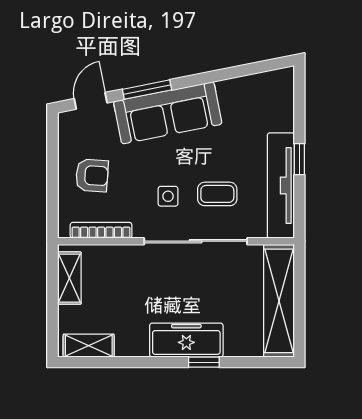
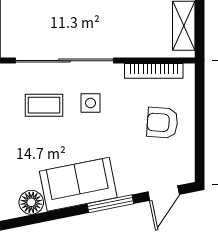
floor lamp: (231, 91) -> (31, 202), added
sofa: (168, 113) -> (78, 184), width x0.73

